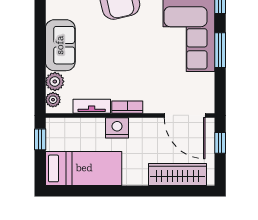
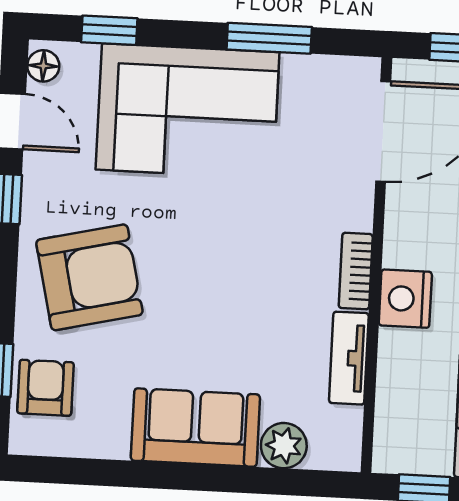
window: (220, 50) -> (269, 38), moved
plant: (53, 100) -> (328, 452), removed

